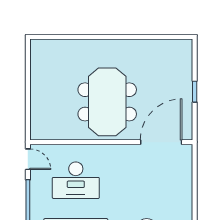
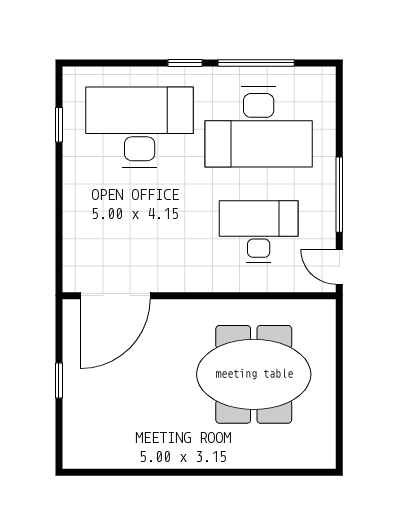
meeting table: (107, 102) -> (254, 374), moved, turned 90

